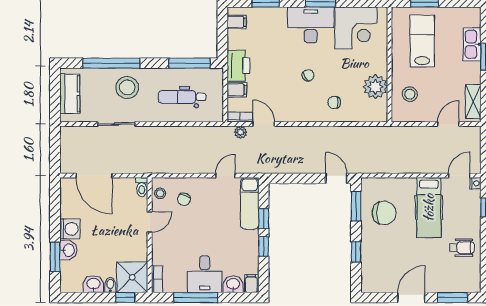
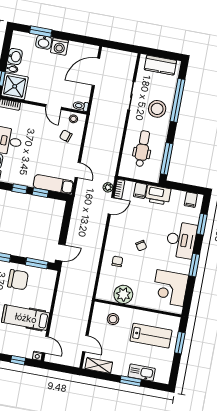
desk: (311, 25) -> (181, 240), moved
chair: (384, 213) -> (18, 280), moved, turned -90

